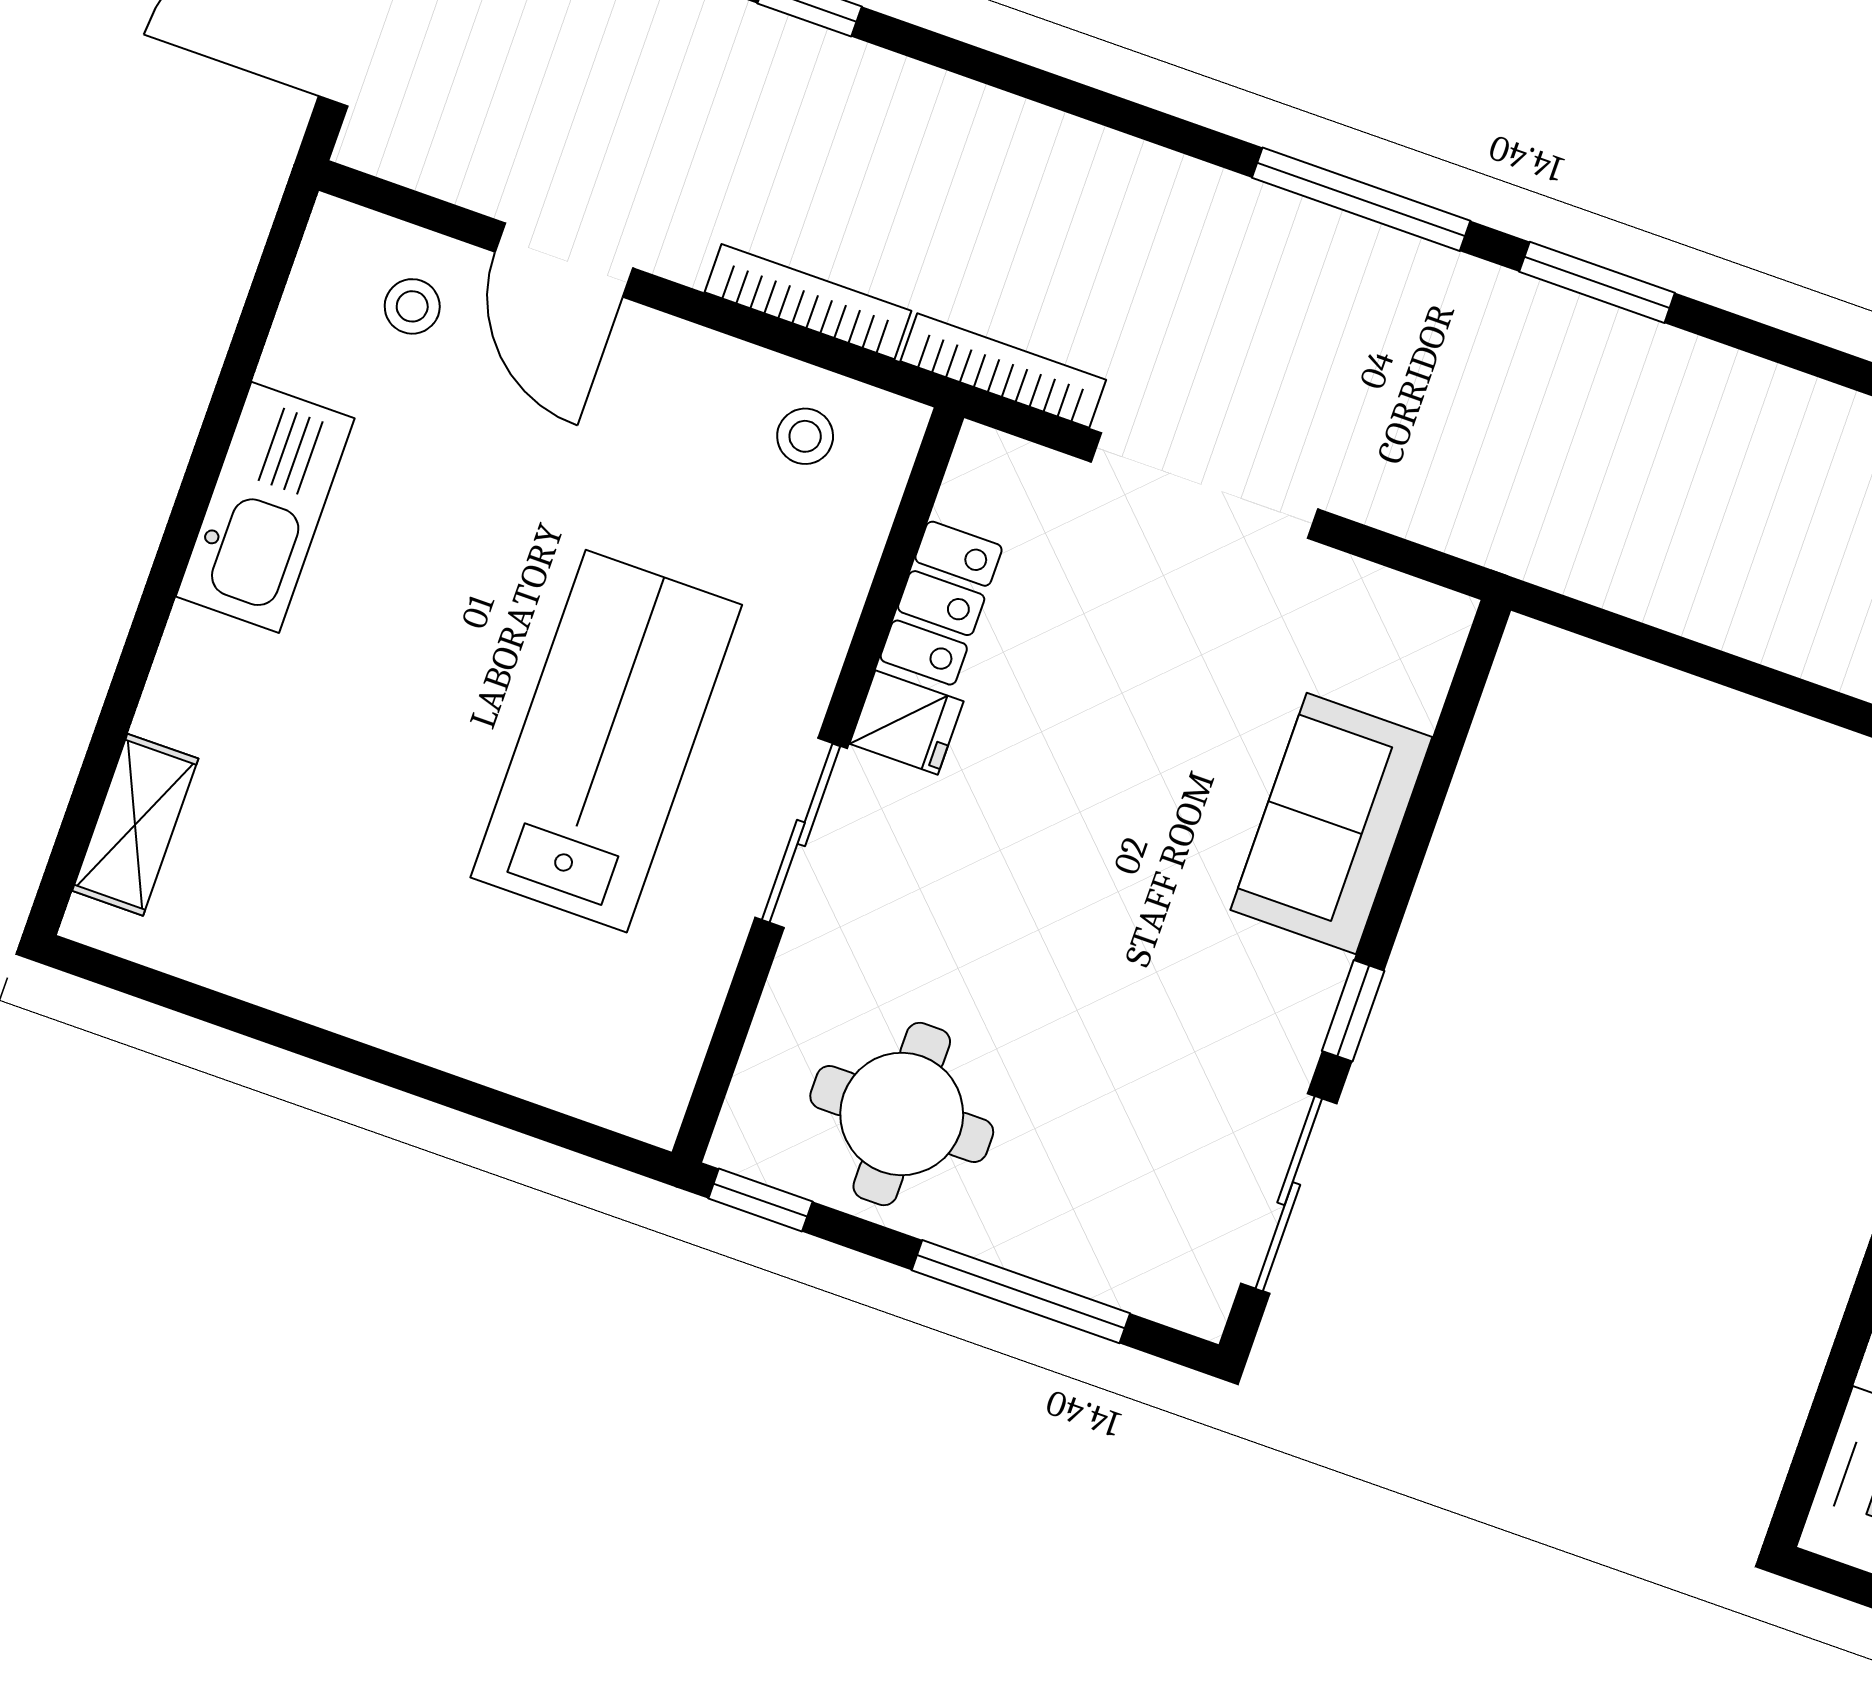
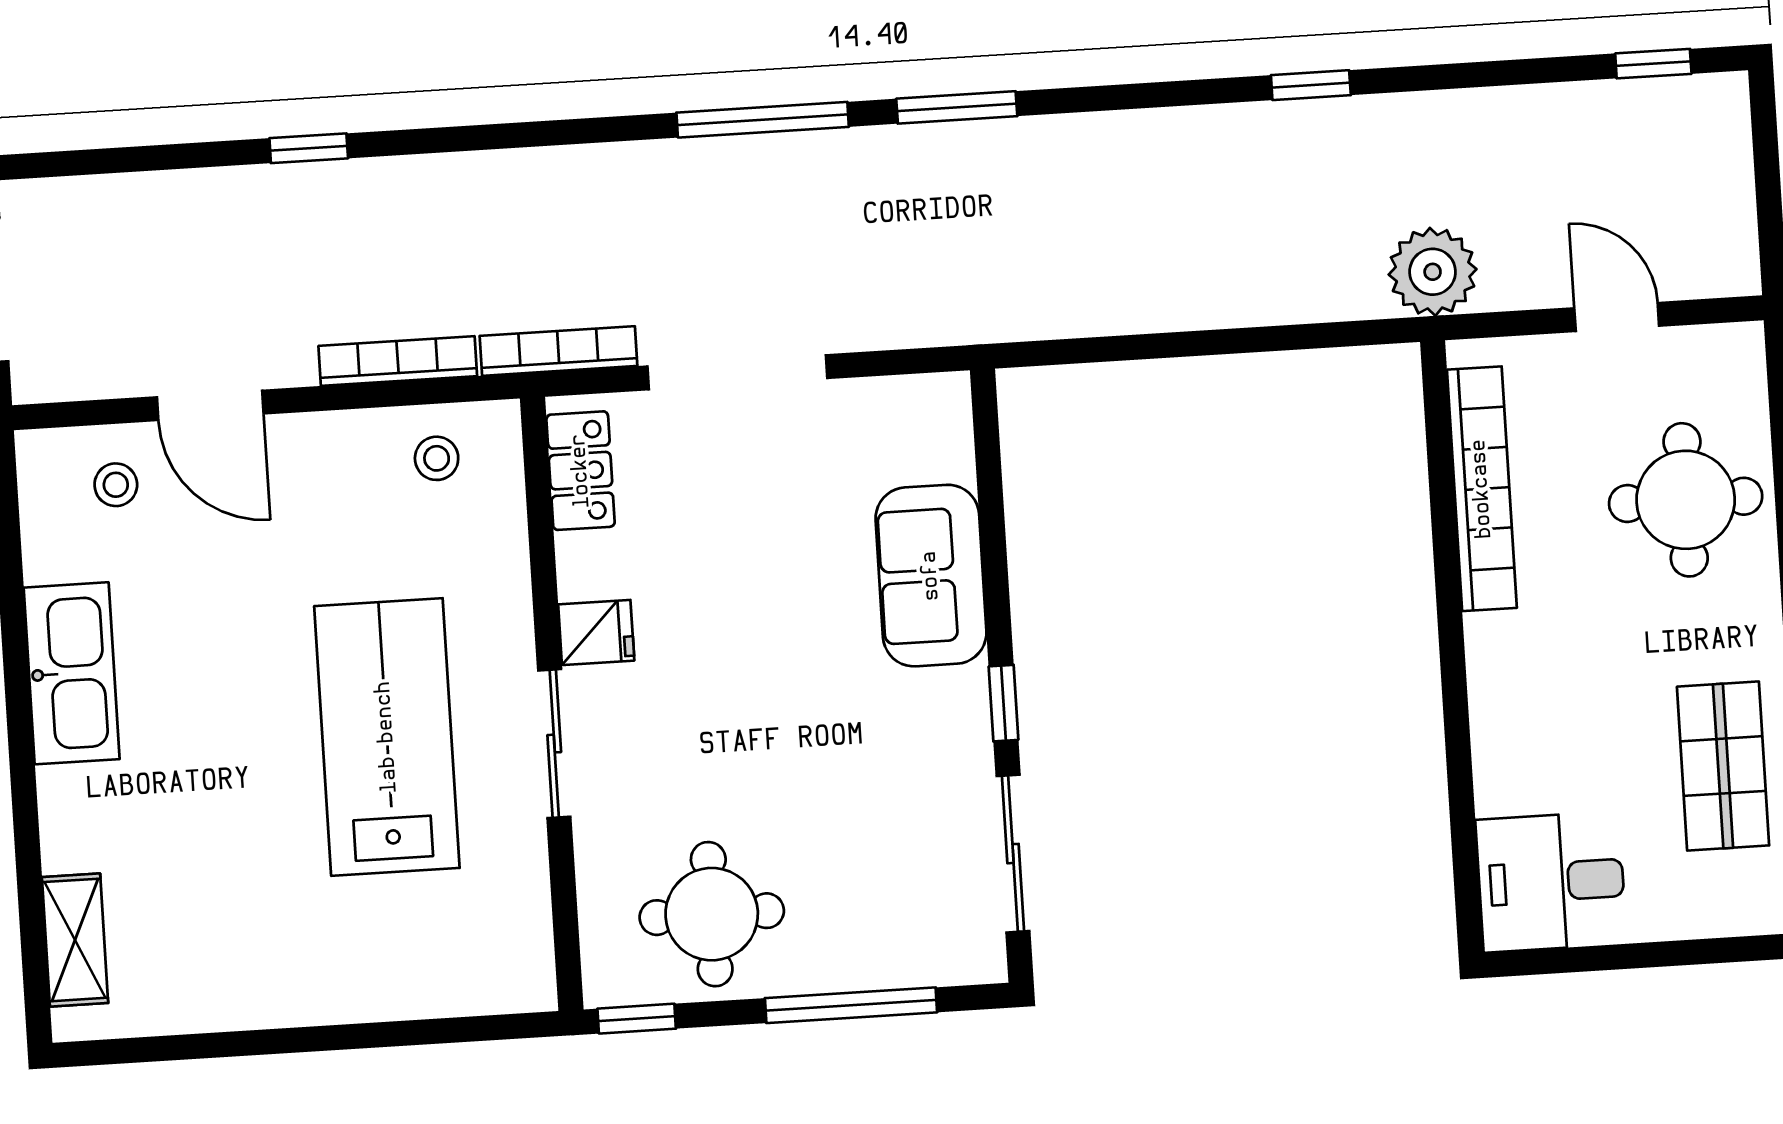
locker: (941, 603) -> (581, 471), moved

